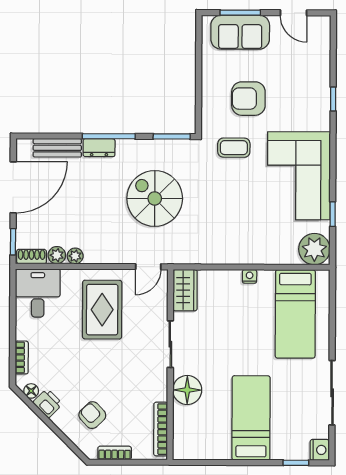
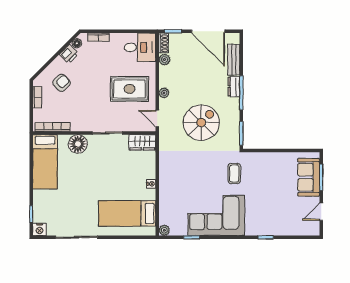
armchair: (248, 99) -> (266, 183), removed
plant: (314, 249) -> (164, 230), width x0.53, depth x0.53
plant: (75, 256) -> (164, 93), moved
bed: (251, 418) -> (45, 162), moved, turned 90

